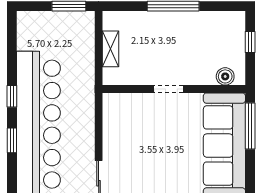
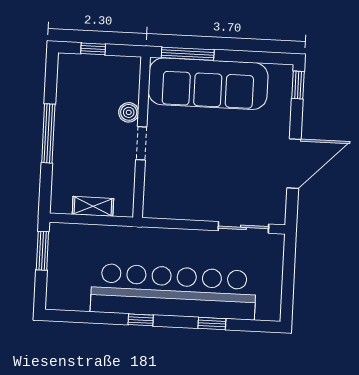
boiler: (225, 76) -> (129, 112), moved
window: (12, 140) -> (212, 324), moved

